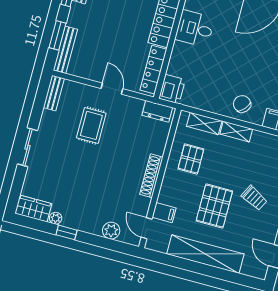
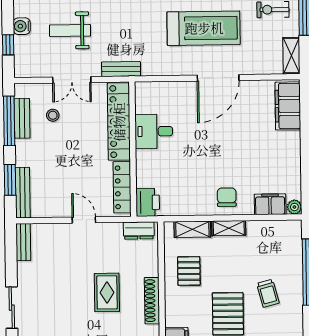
chair: (242, 104) -> (227, 197), turned 48
rug: (91, 125) -> (107, 292), moved
trolley: (254, 198) -> (268, 293), turned 48

